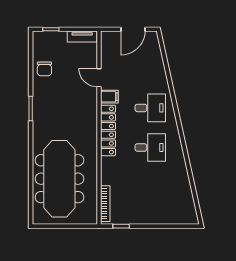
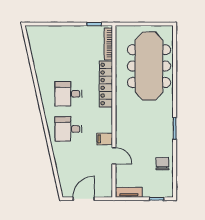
locker: (108, 130) -> (106, 84), moved

